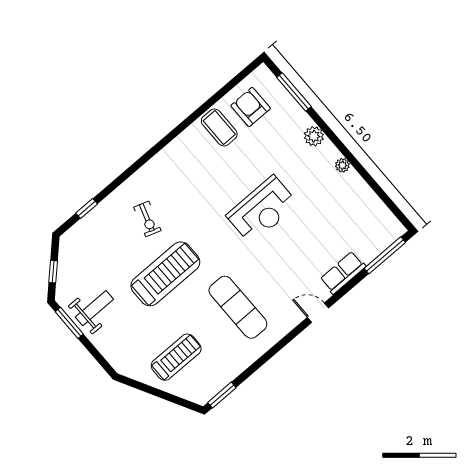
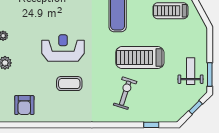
coffee table: (219, 128) -> (69, 84), moved, turned 90
exercise bike: (147, 219) -> (125, 93), width x1.38, depth x1.39
weight bench: (94, 308) -> (191, 71), turned 90

